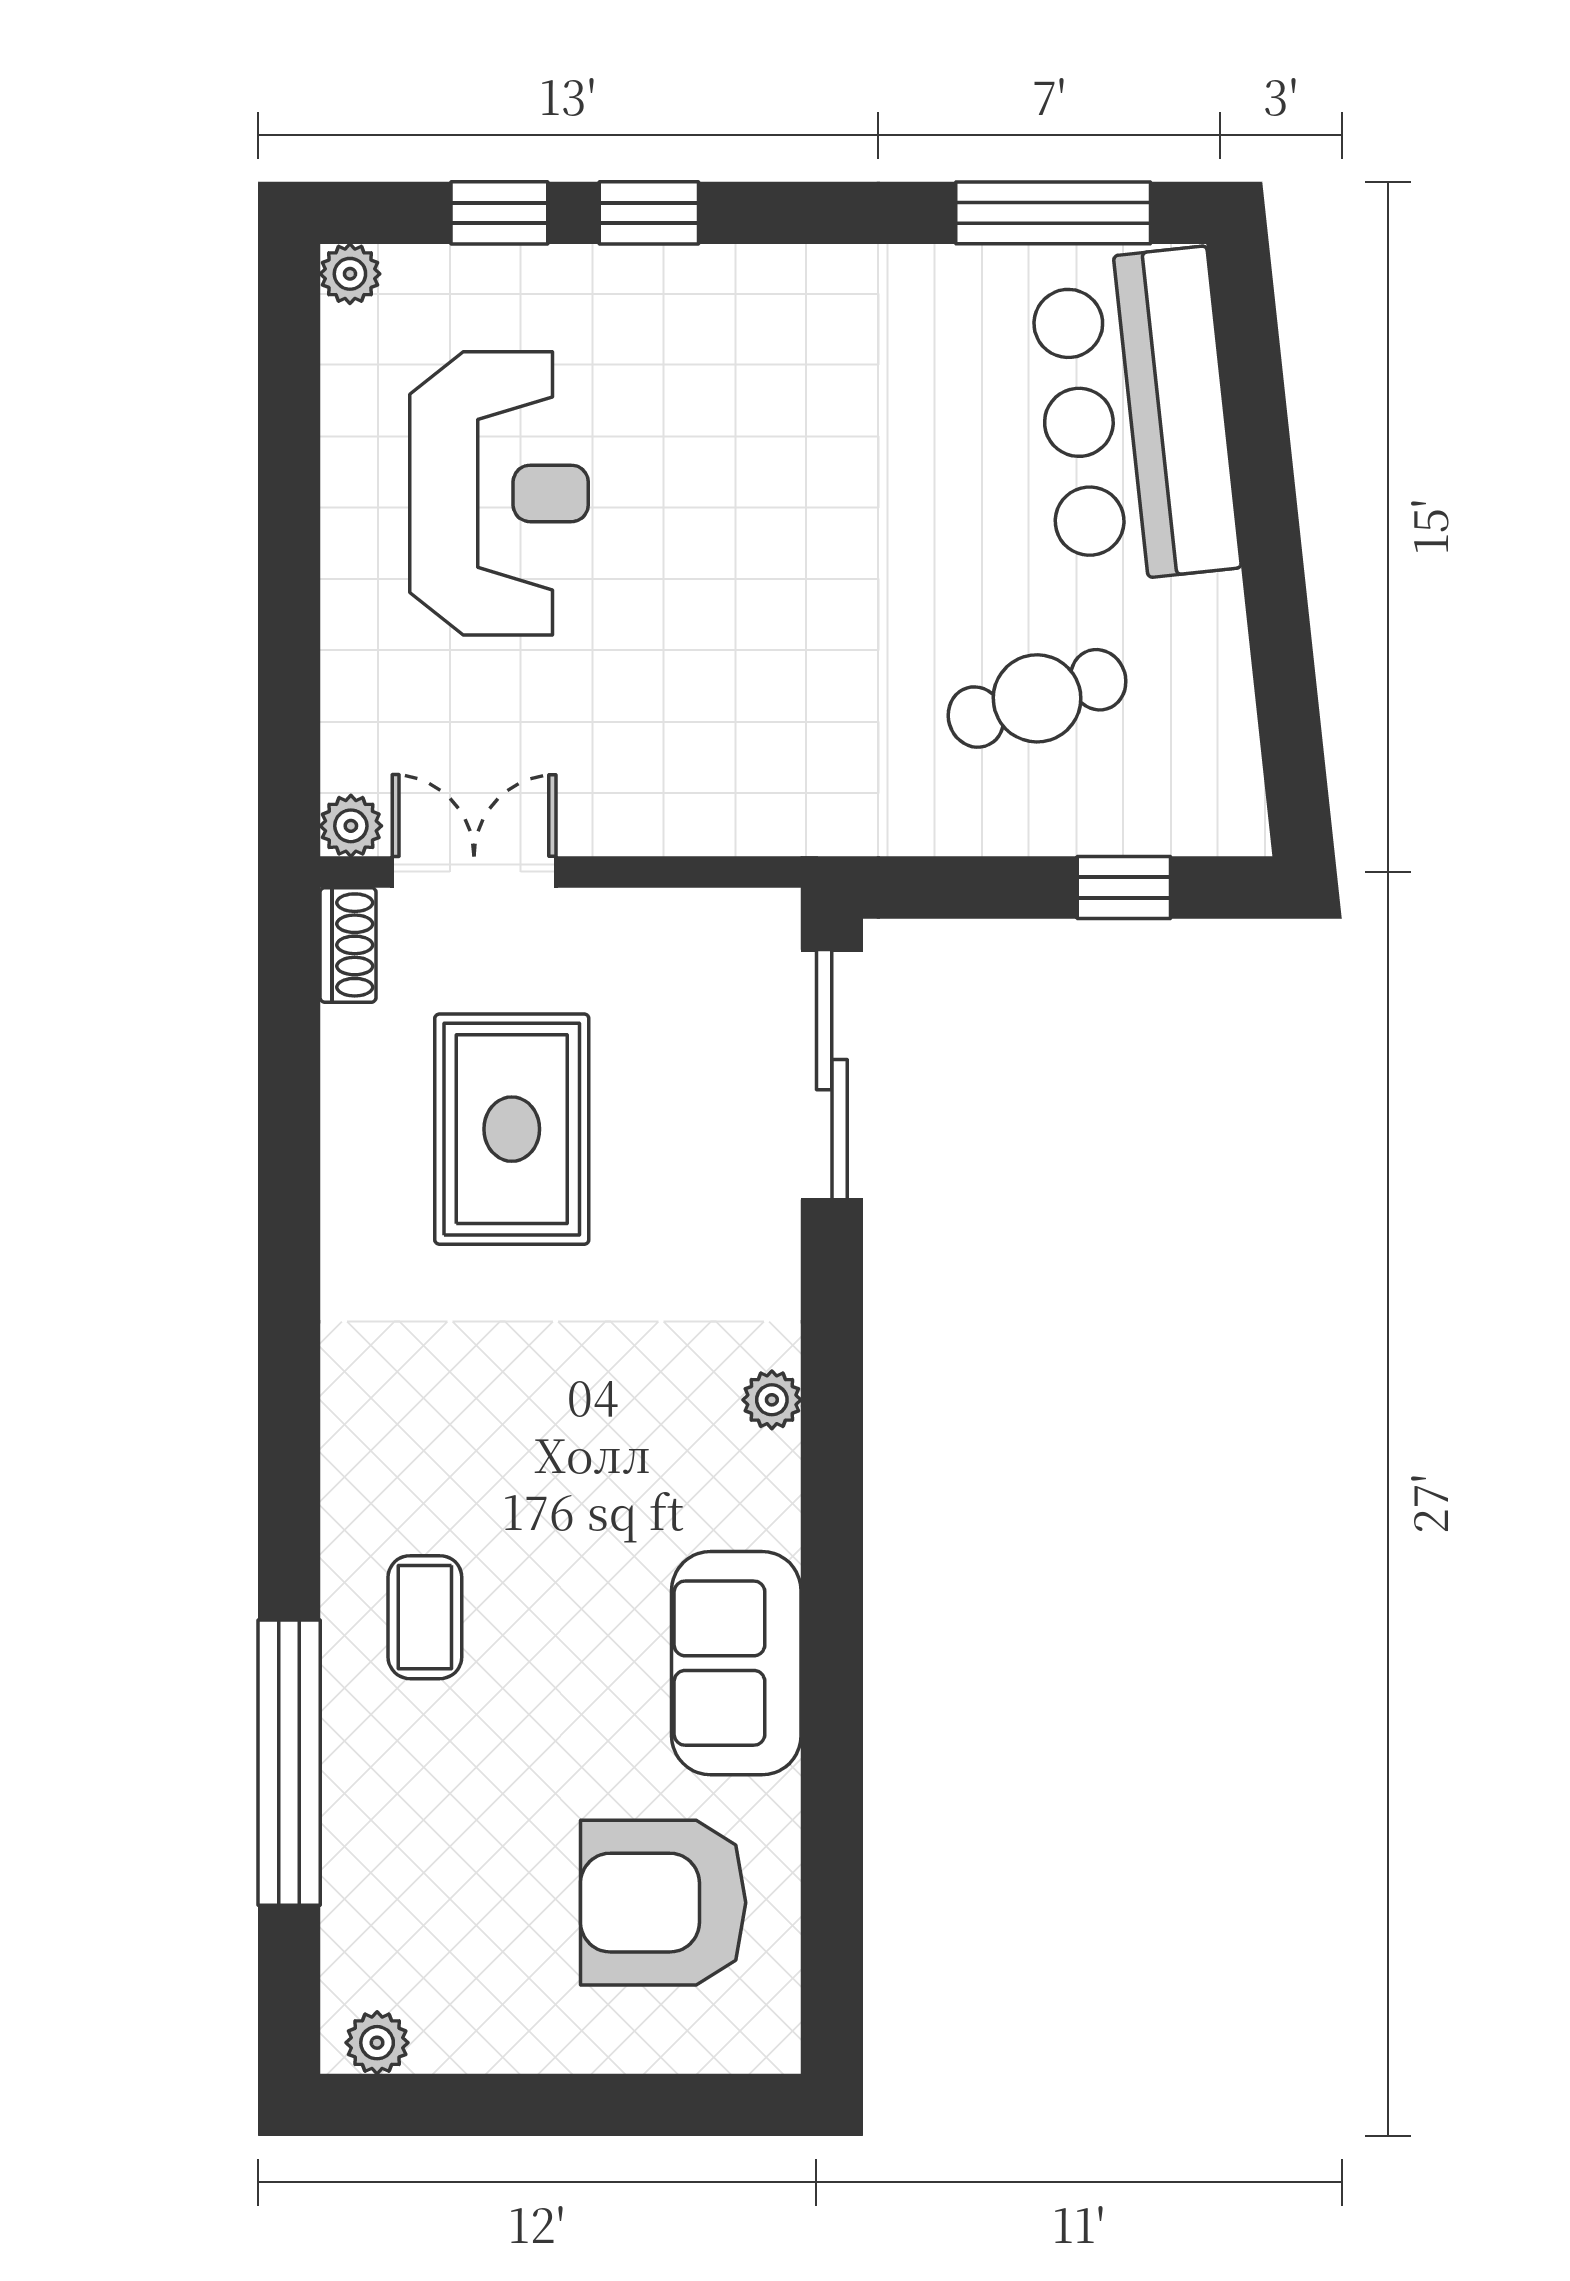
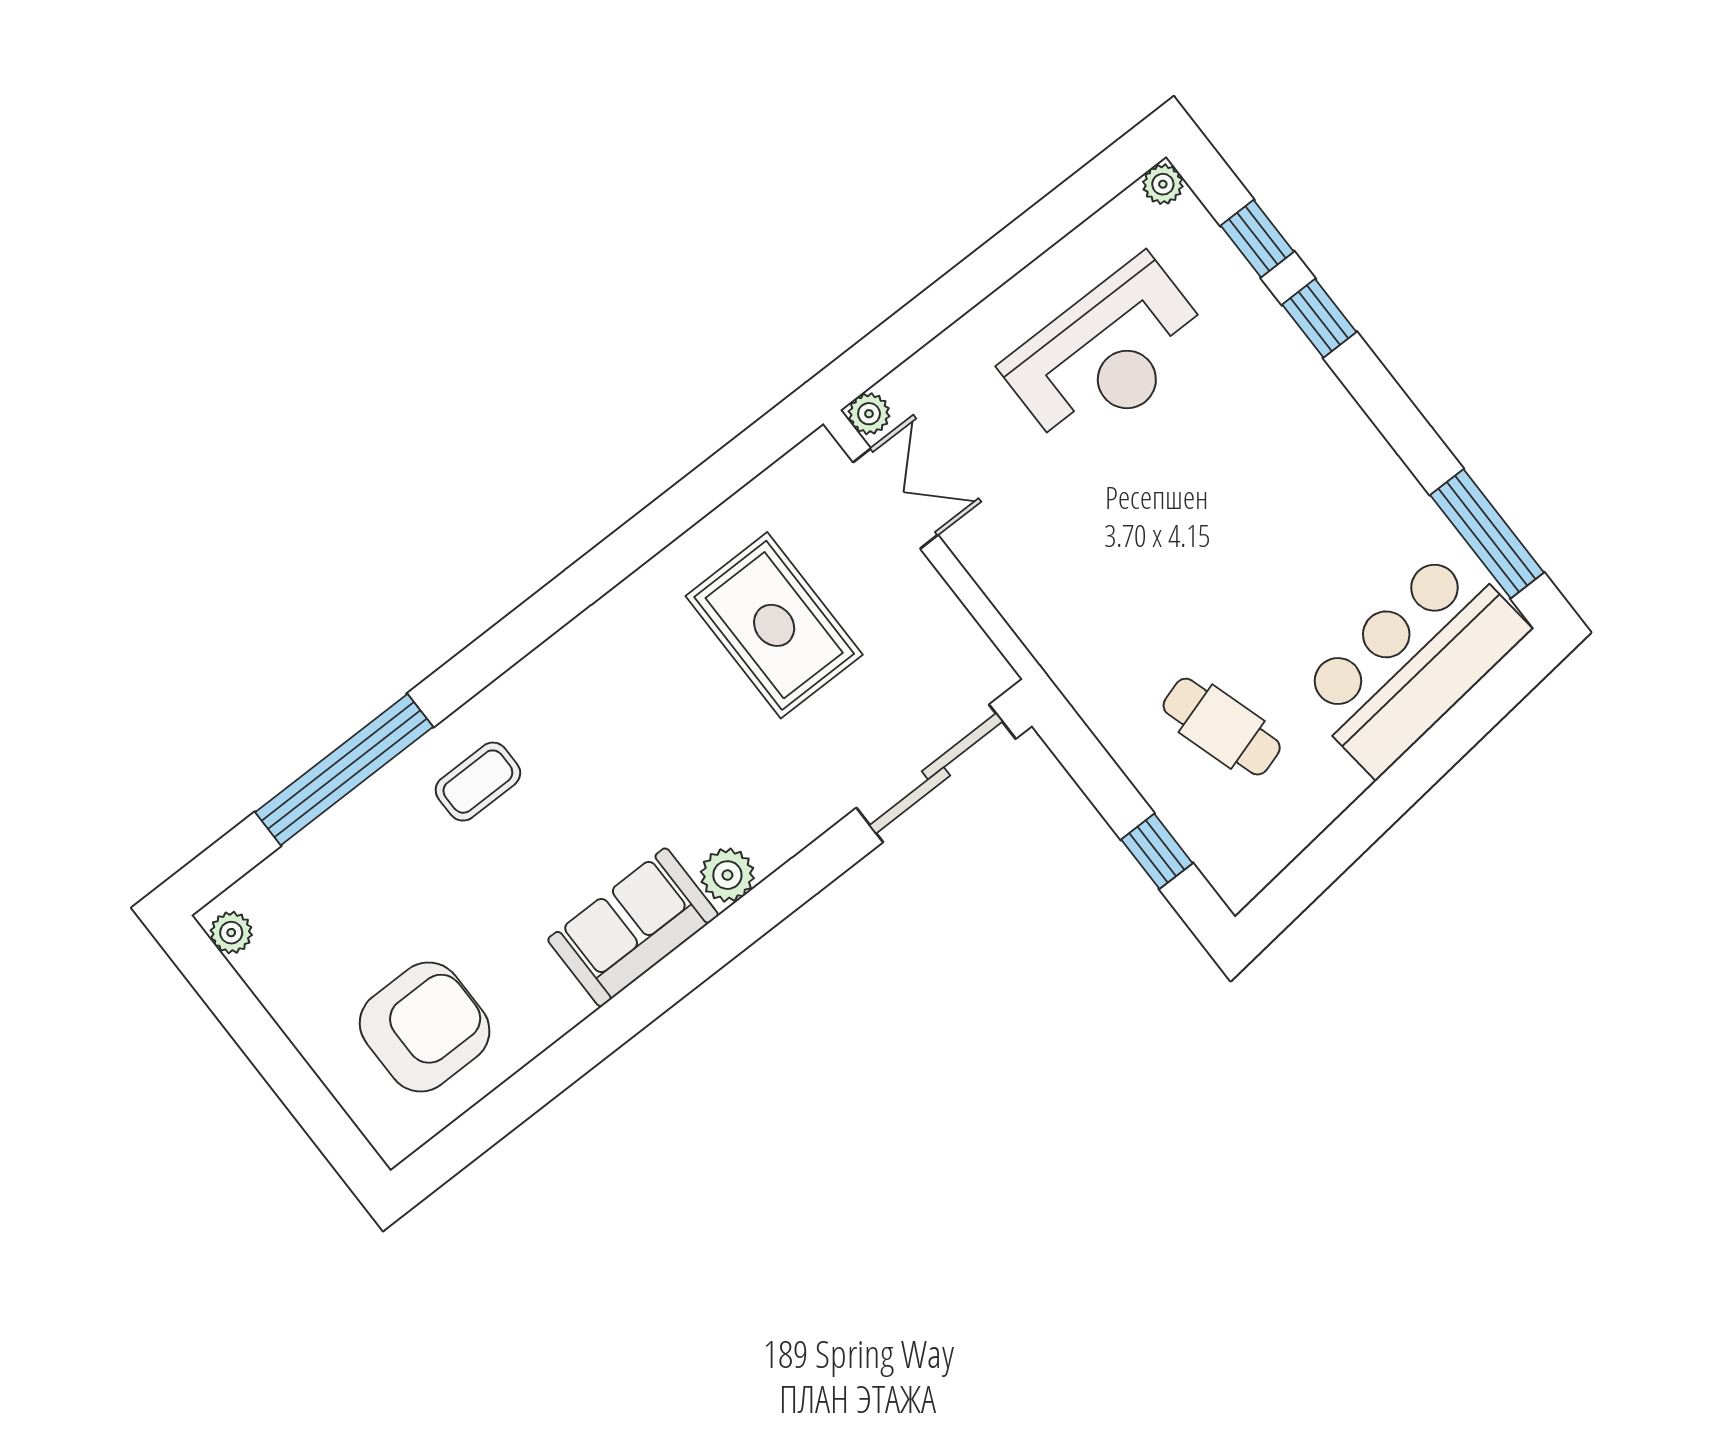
shoe rack: (348, 945) -> (804, 462), removed
rug: (512, 1129) -> (774, 625), turned 90
plant: (772, 1400) -> (727, 875), width x1.38, depth x1.38
sofa: (736, 1663) -> (633, 927), moved
armchair: (663, 1903) -> (425, 1027), turned 90

